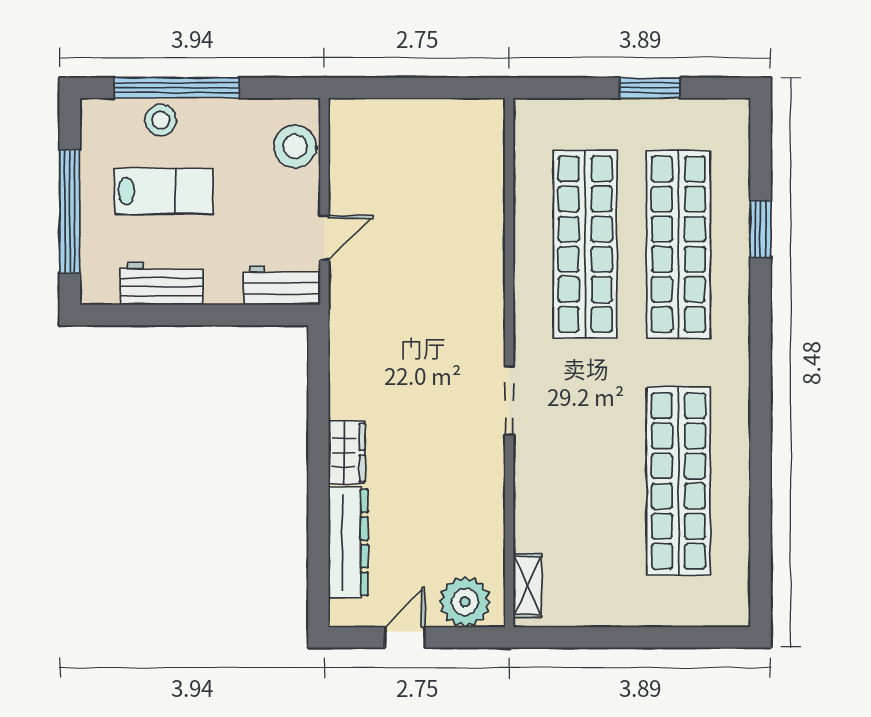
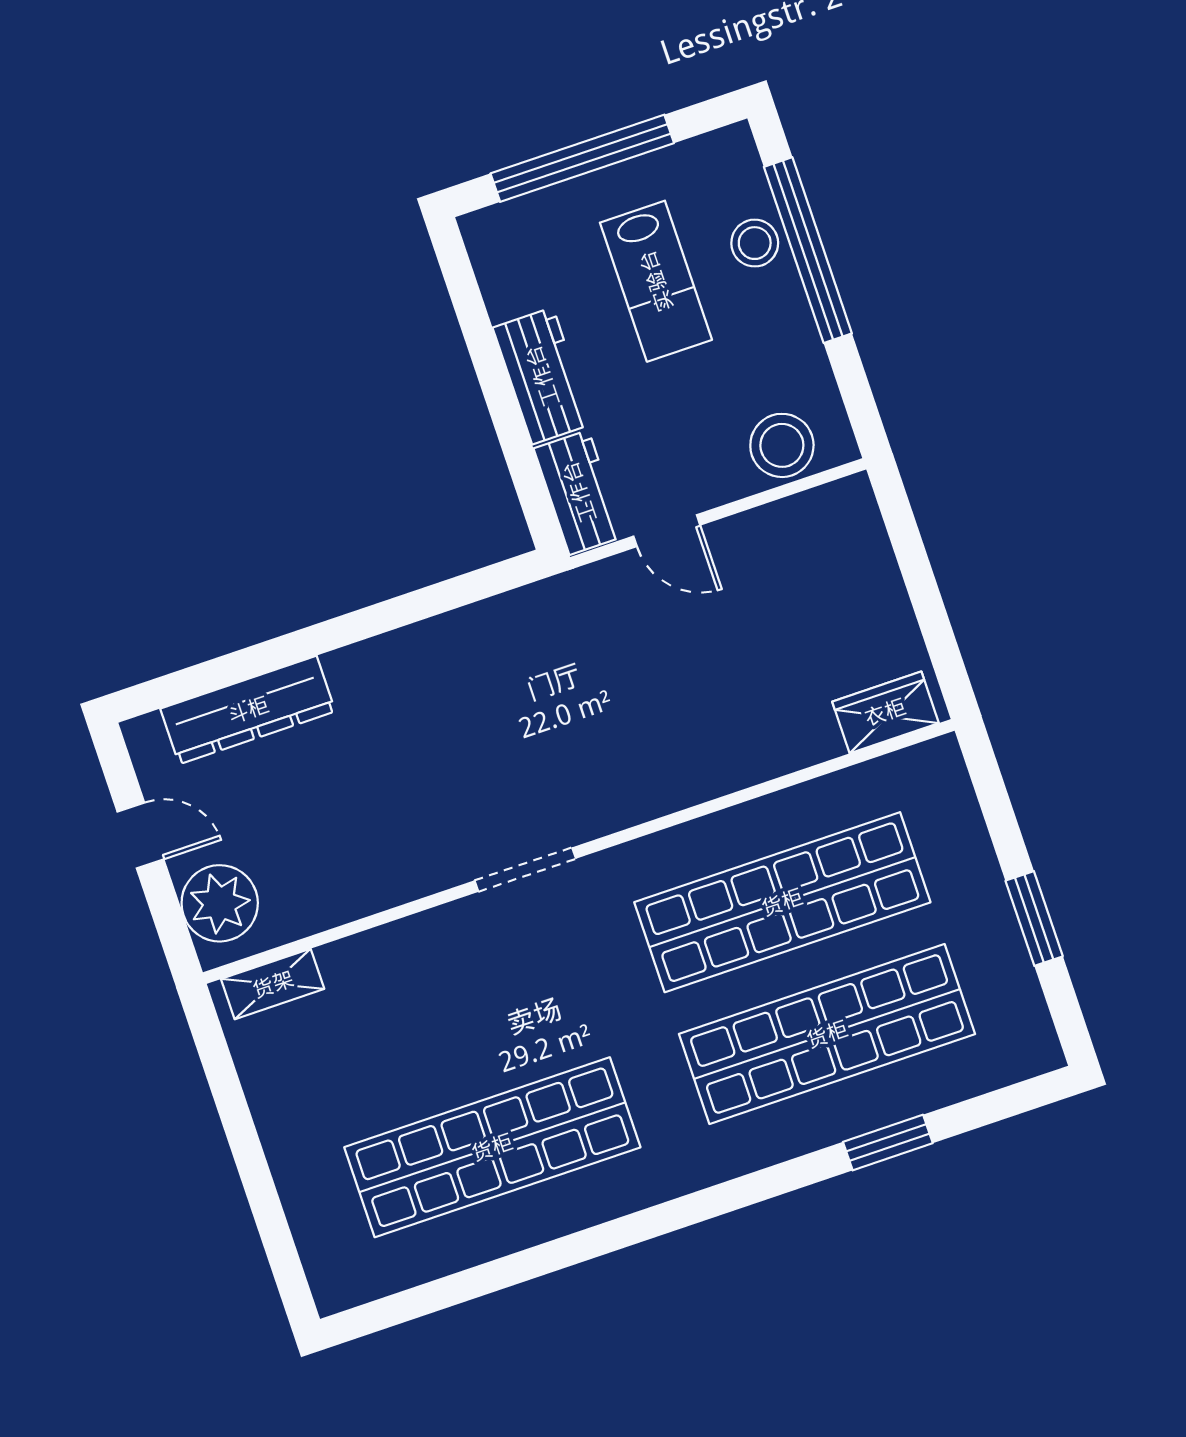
workbench: (162, 283) -> (542, 376), moved
wardrobe: (347, 453) -> (885, 712), moved, turned 180

